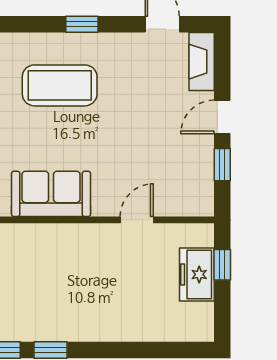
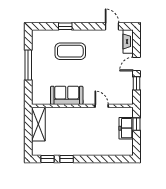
window: (82, 24) -> (65, 26), moved
door: (137, 220) -> (102, 106), hinge flipped

